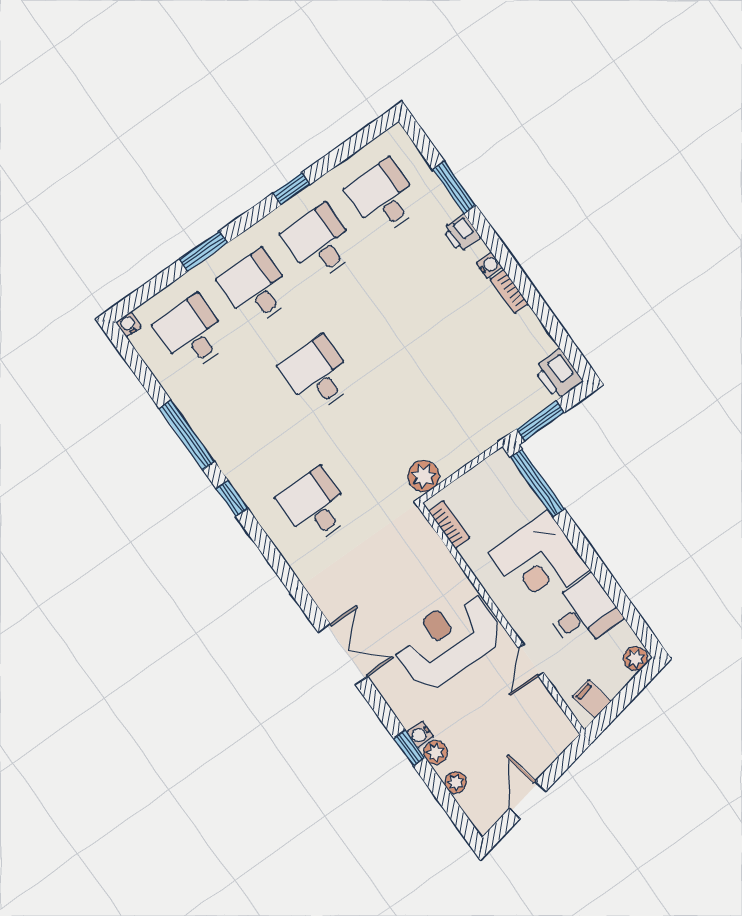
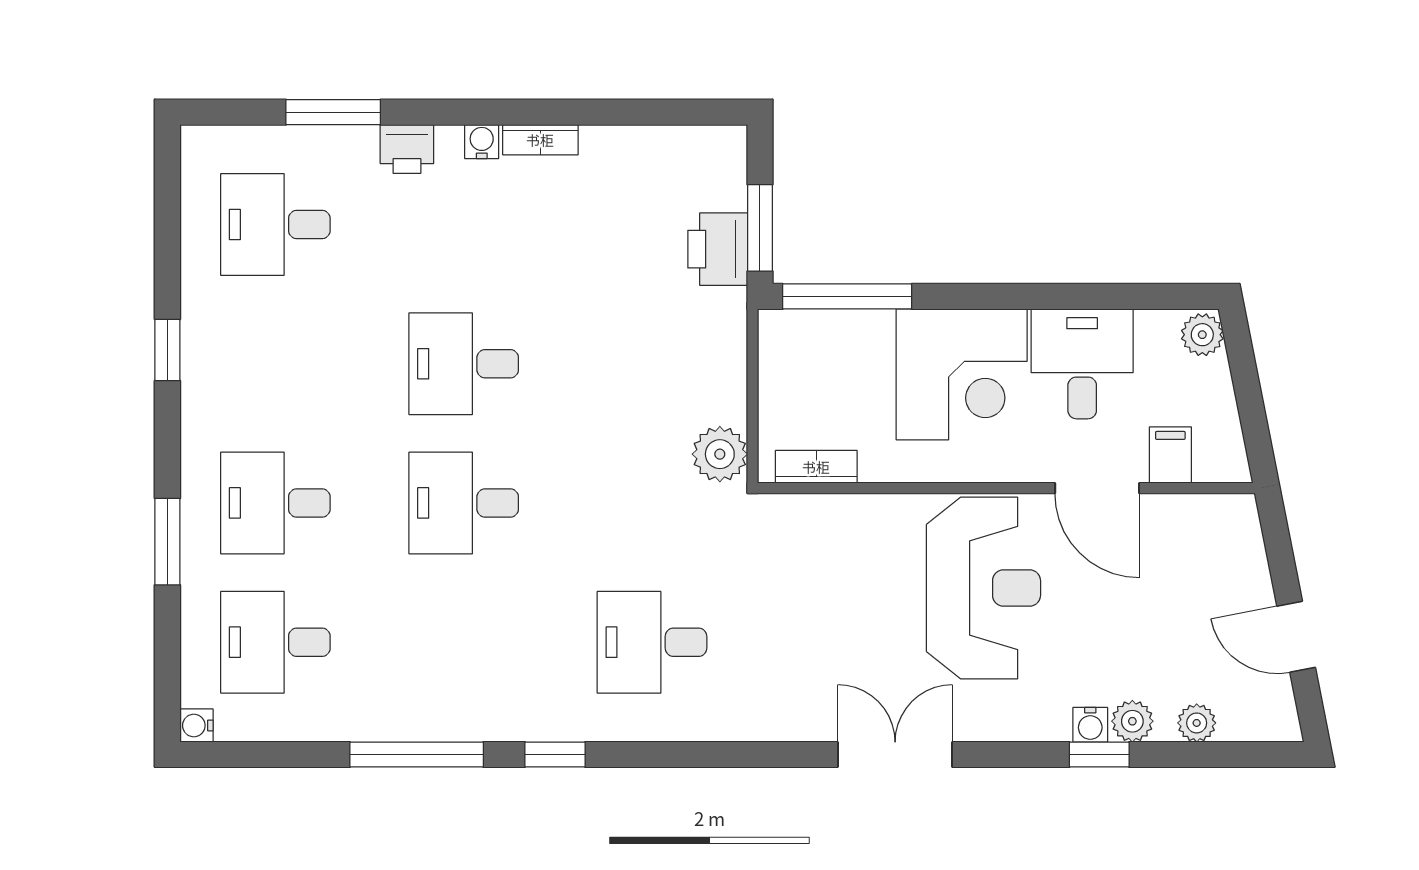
desk: (320, 243) -> (464, 364), moved
printer: (558, 375) -> (718, 249), moved, turned 90
reception desk: (448, 641) -> (983, 588), turned 180
door: (531, 660) -> (1097, 488), width x1.37
filing cabinet: (592, 699) -> (1170, 455), moved, turned 101

